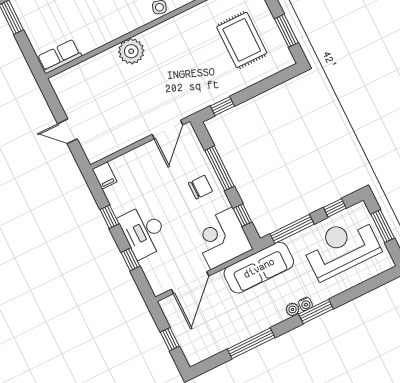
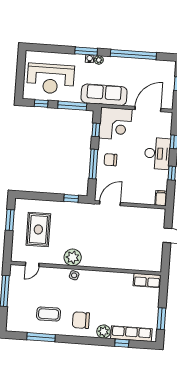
plant: (131, 51) -> (73, 257), moved
window: (383, 226) -> (20, 77), removed
window: (251, 343) -> (133, 54), width x1.46

